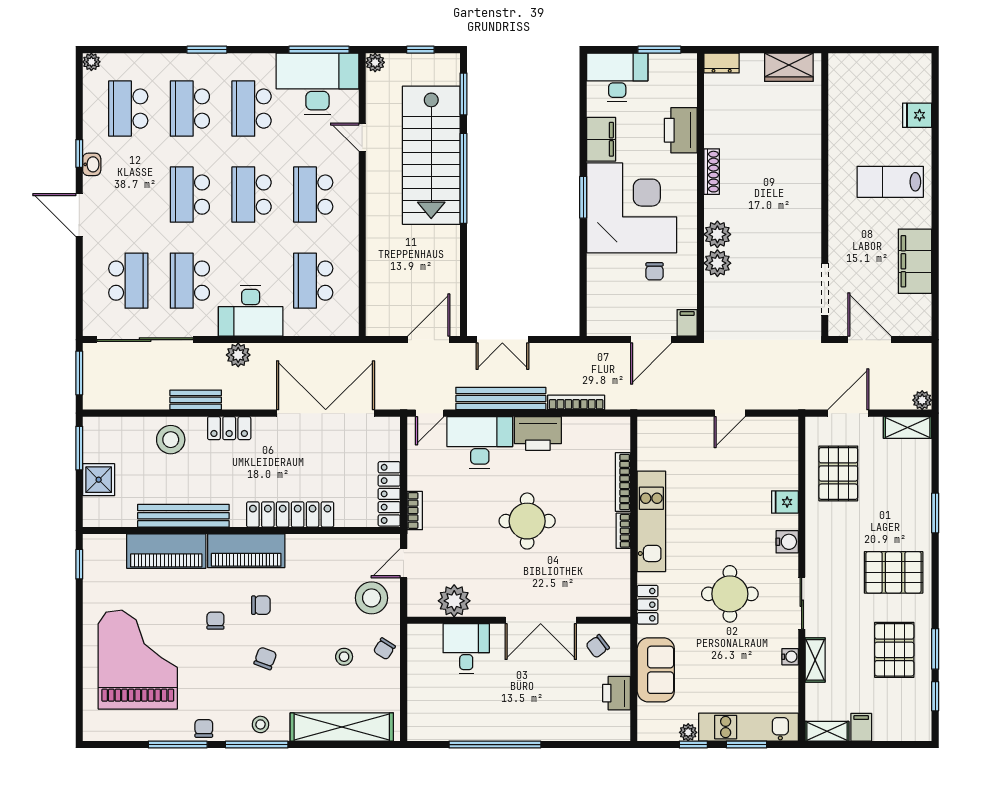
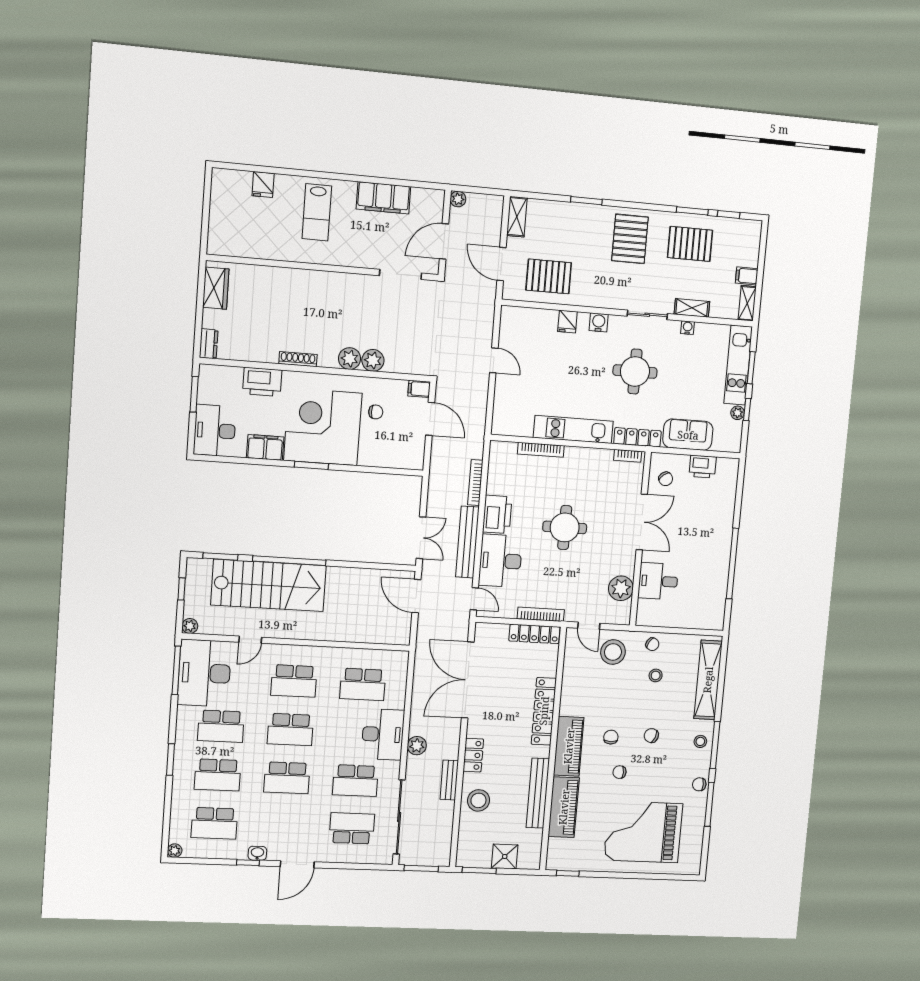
plant: (922, 400) -> (458, 199), moved
bookcase: (415, 511) -> (541, 614), width x1.56
bookcase: (623, 531) -> (628, 456), moved
locker: (648, 605) -> (637, 437), width x1.53

